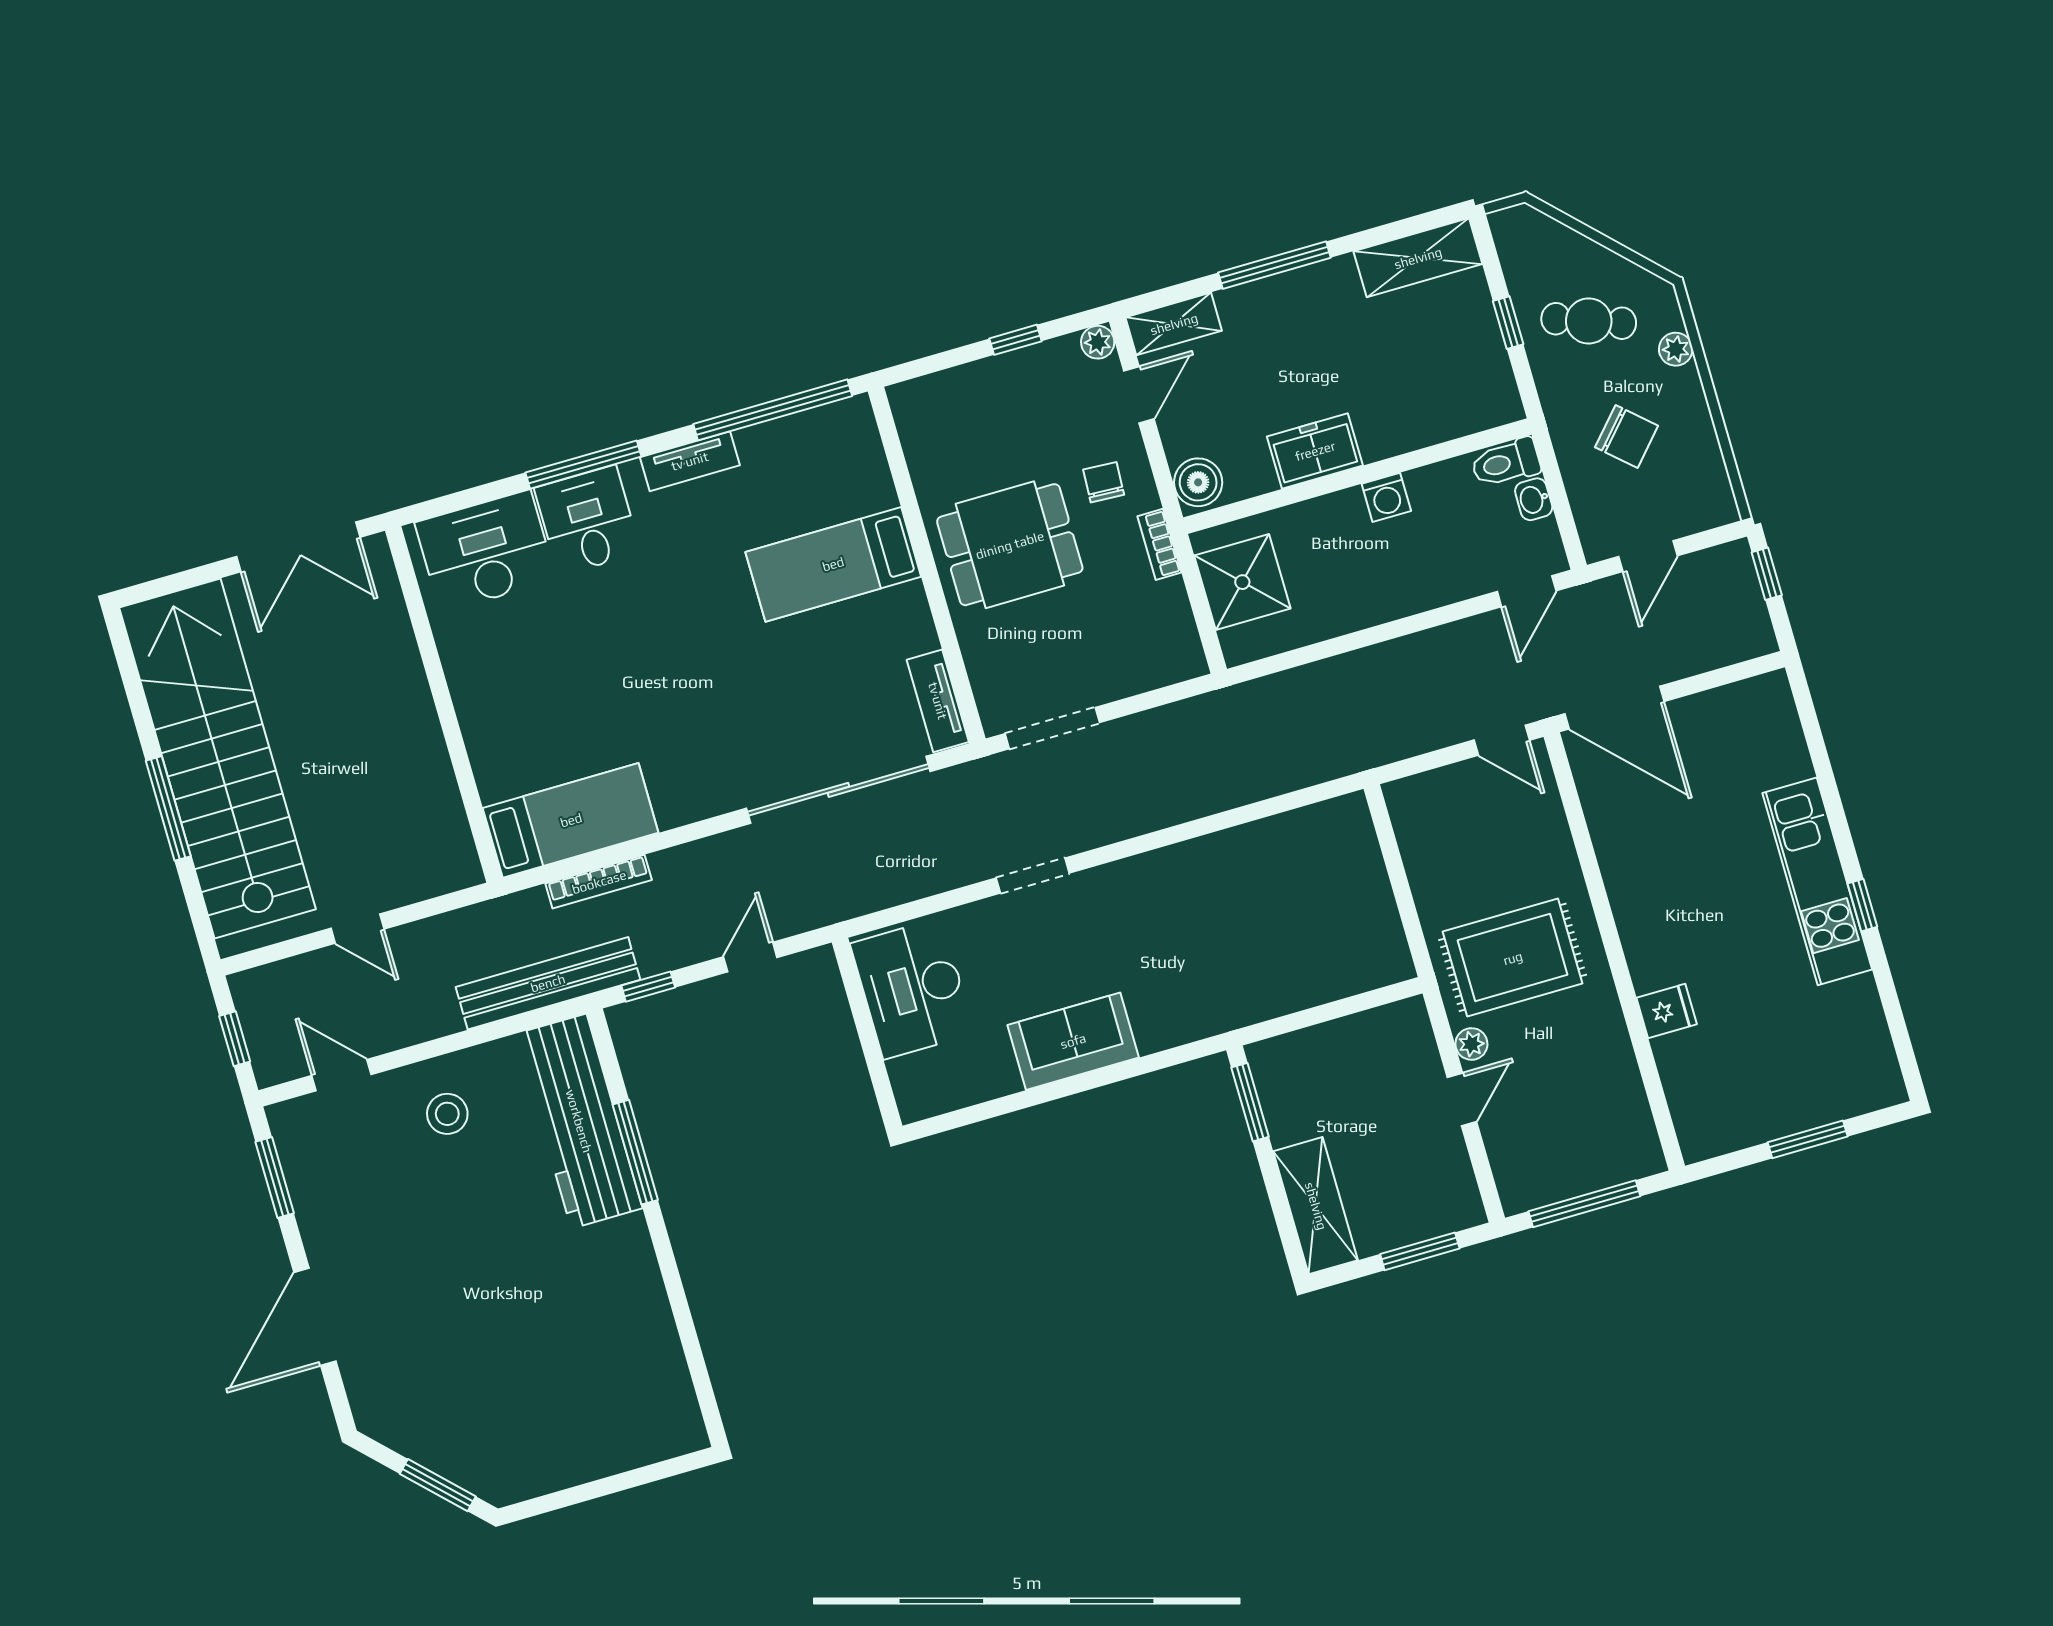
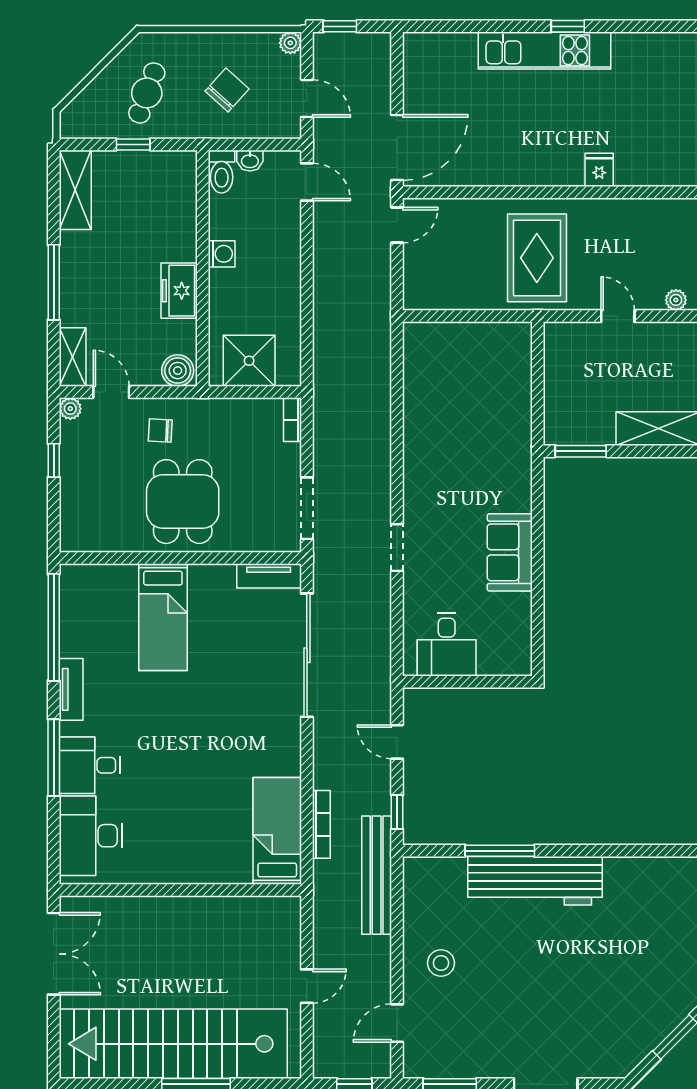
plant: (1676, 349) -> (290, 43), moved
bookcase: (1159, 544) -> (293, 420), moved, turned 90
desk: (912, 988) -> (447, 645), width x0.73
plant: (1471, 1044) -> (676, 300), moved
workbench: (579, 1121) -> (535, 881), moved

